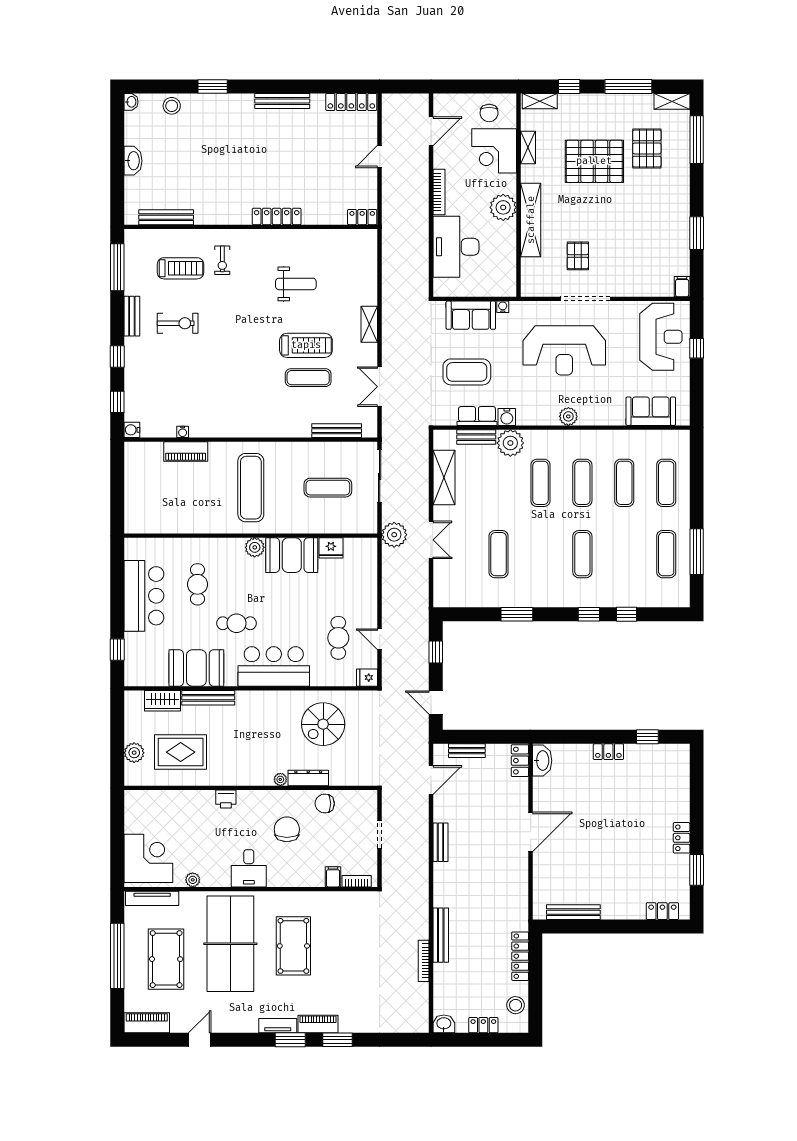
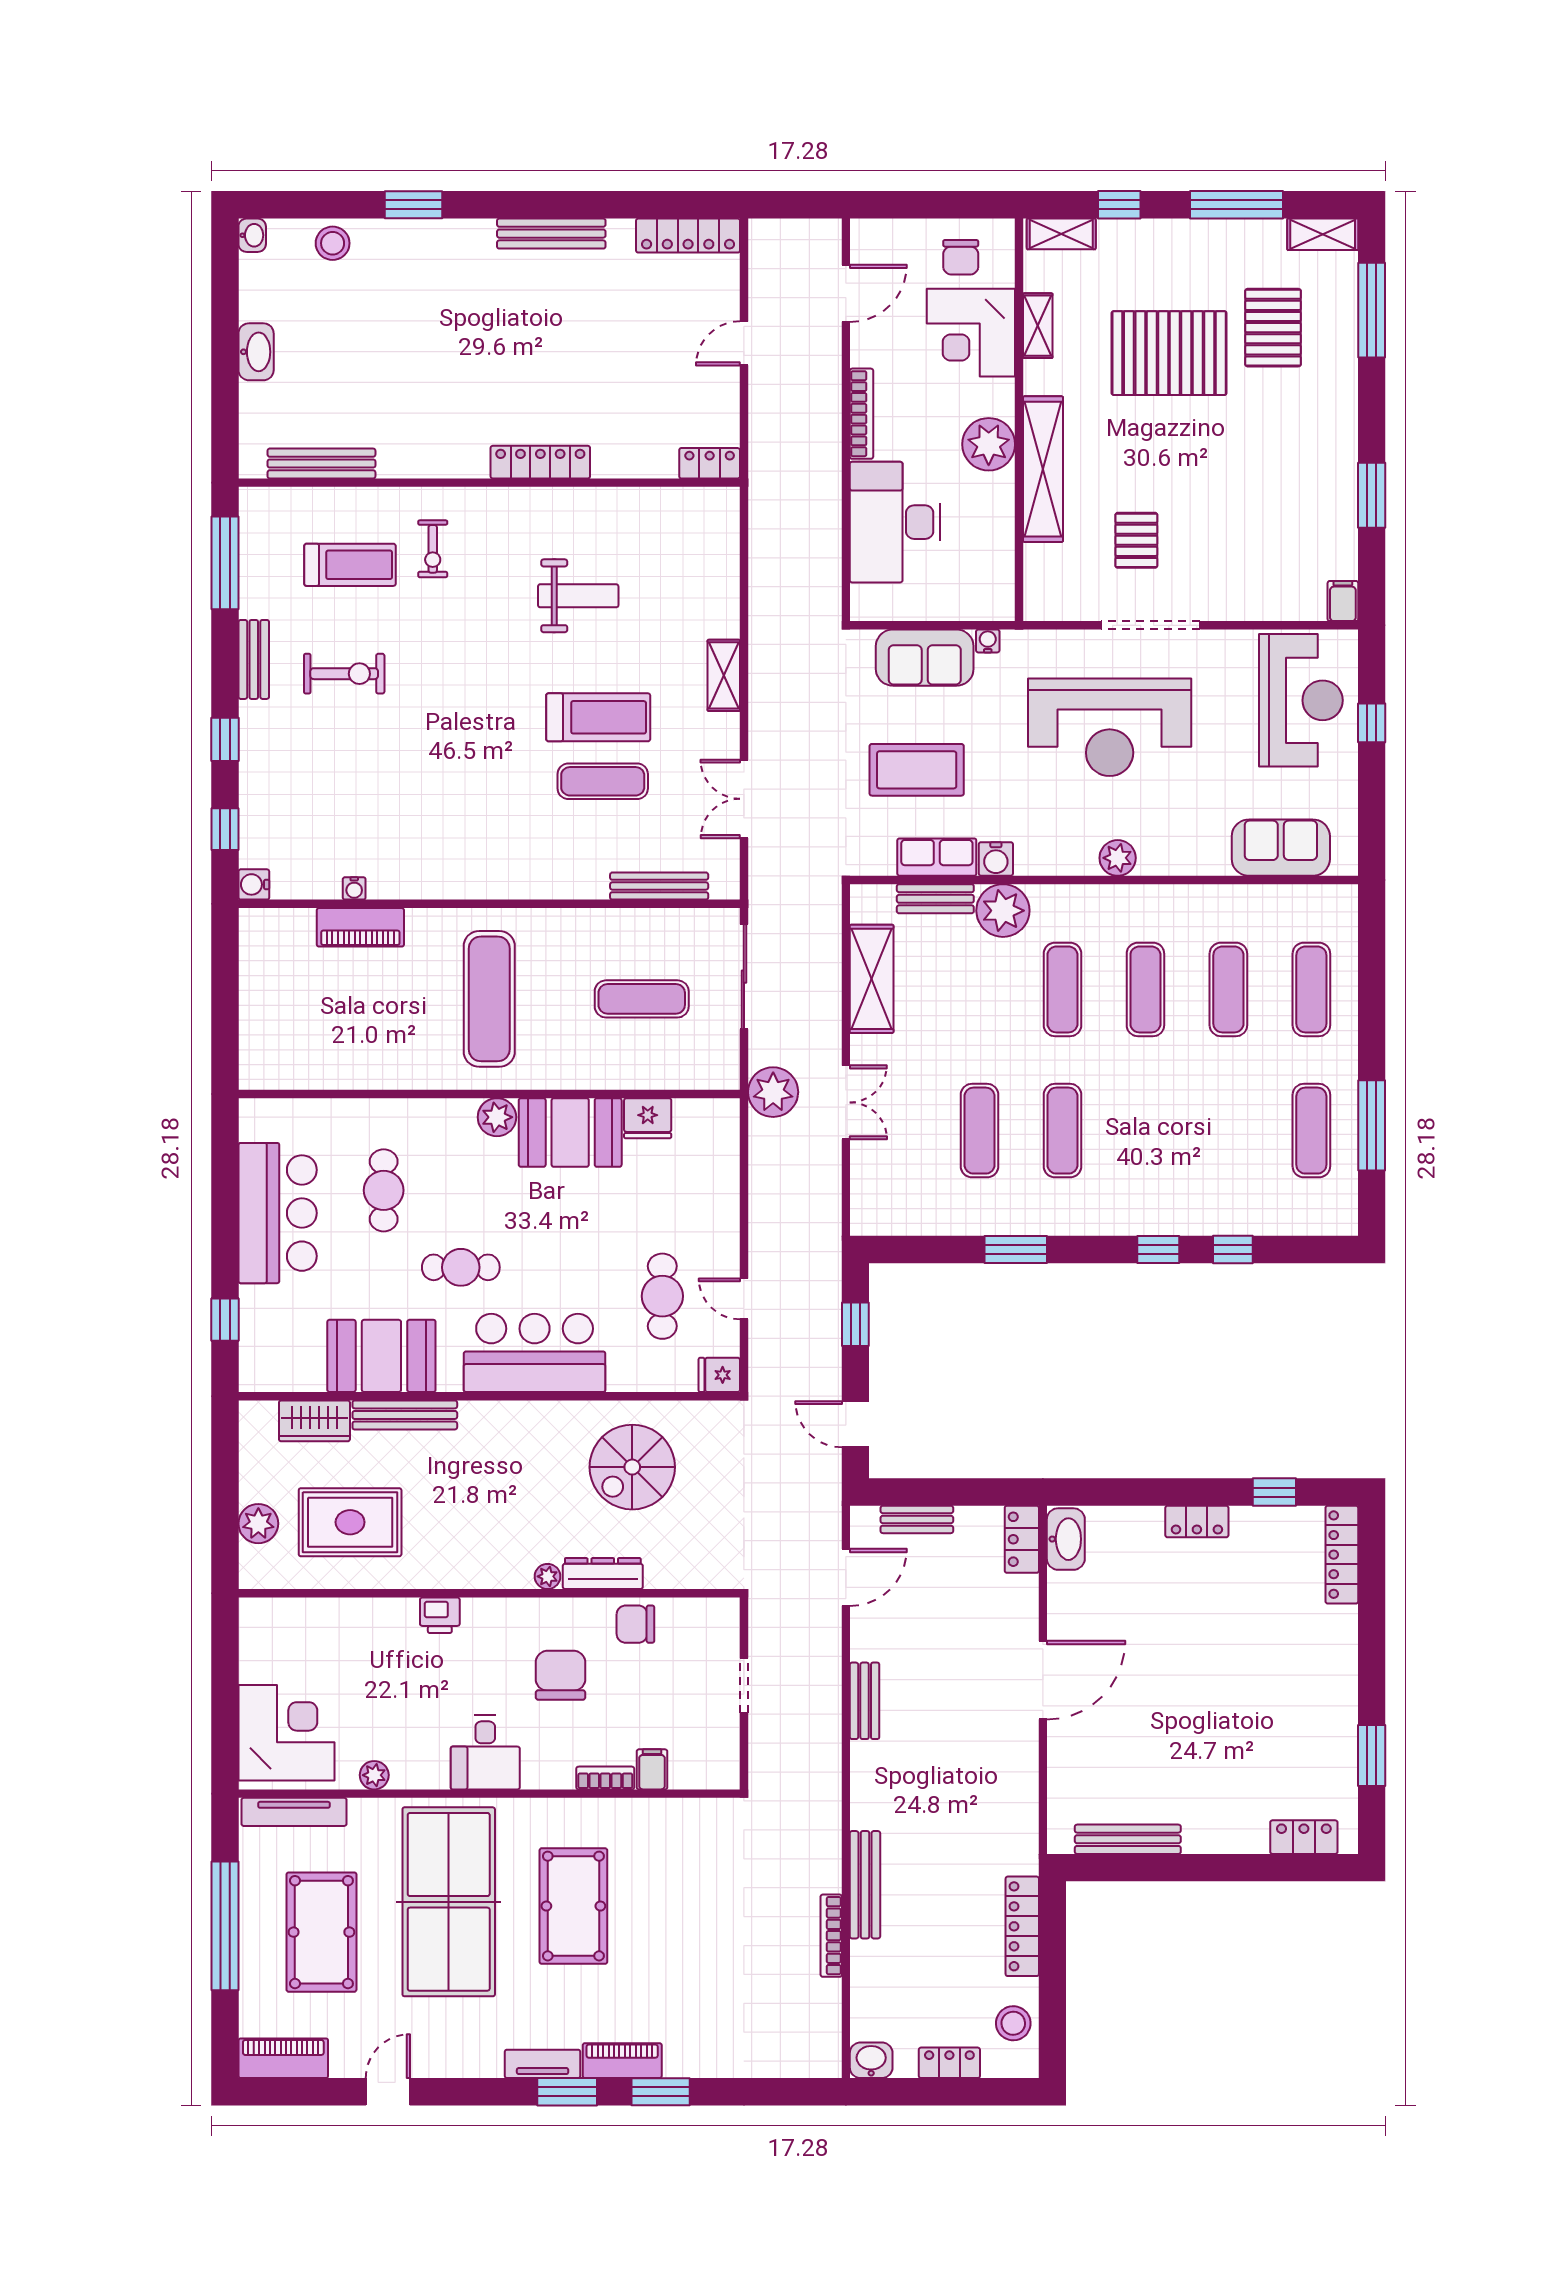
exercise mat: (582, 554) -> (1062, 1131), moved
locker: (682, 838) -> (1342, 1555), moved, width x1.53
bookcase: (357, 881) -> (605, 1778), moved

